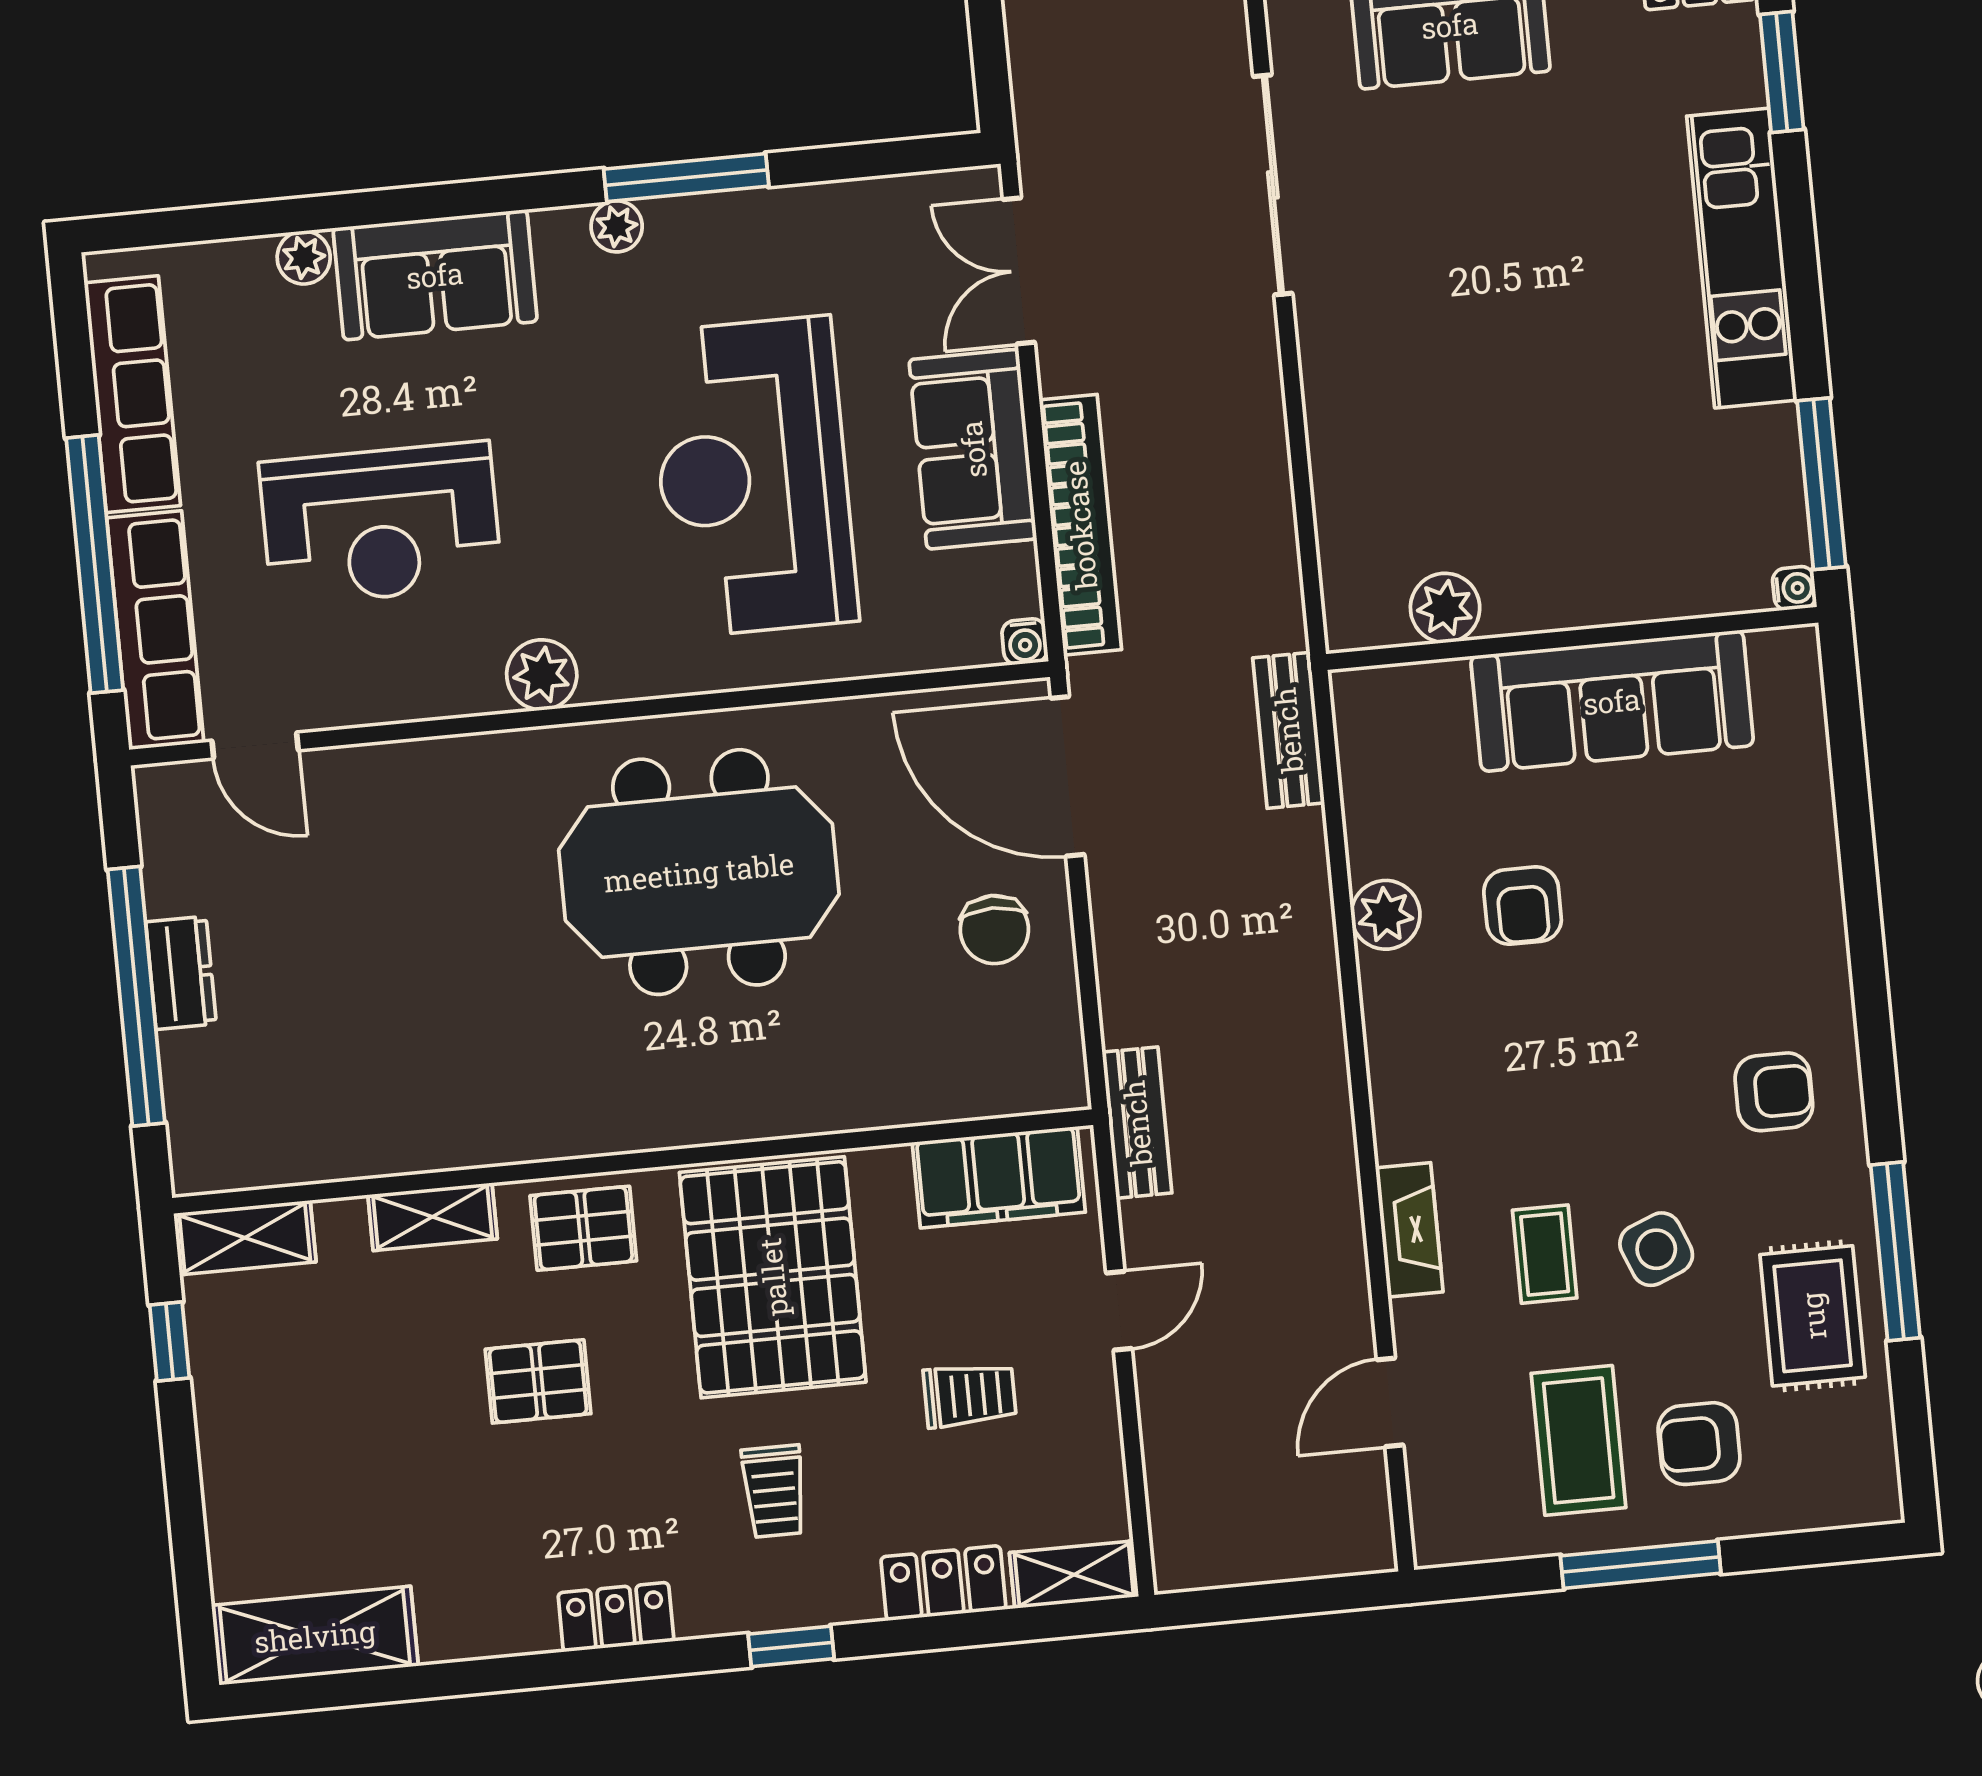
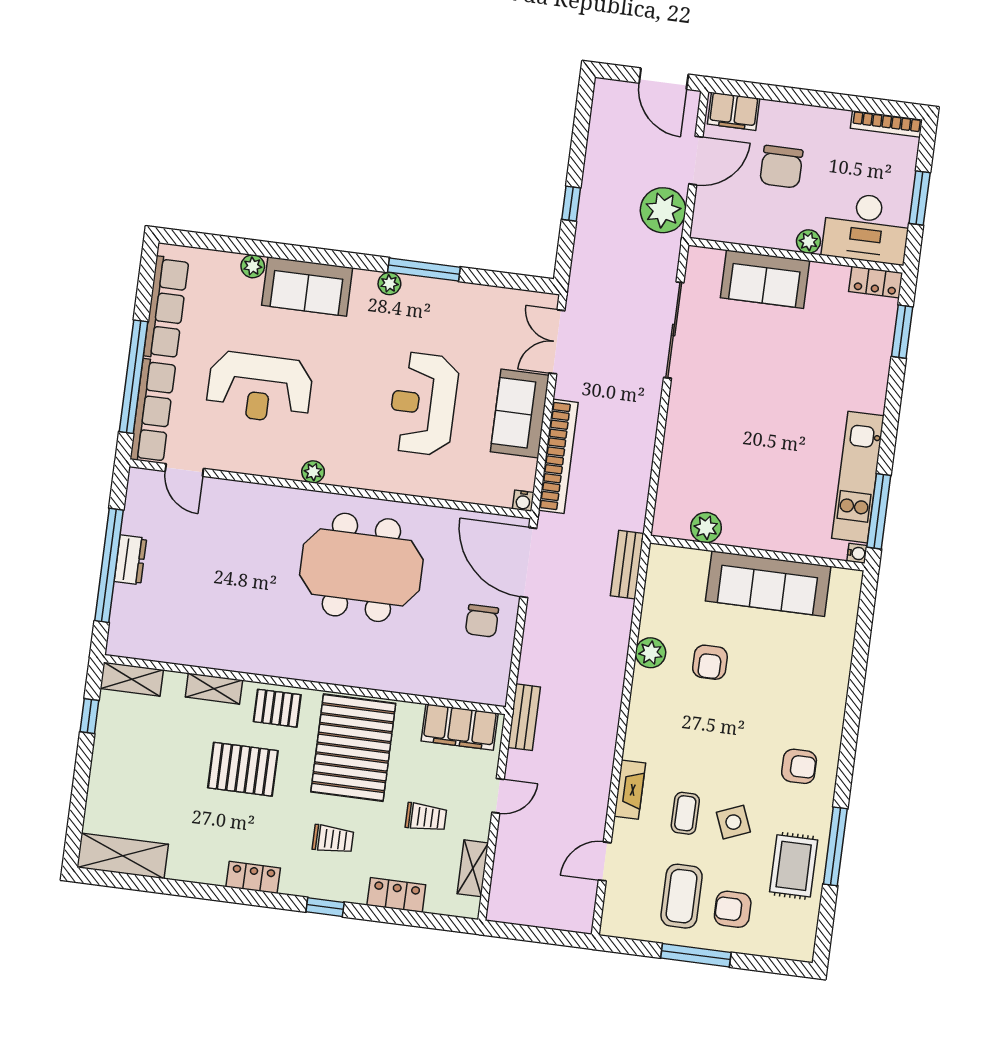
kitchen unit: (1742, 258) -> (858, 477), moved
reception desk: (753, 477) -> (423, 404), width x0.74, depth x0.77
plant: (542, 675) -> (313, 472), width x0.73, depth x0.73
pallet: (538, 1381) -> (243, 769), width x1.50, depth x1.42
trolley: (774, 1491) -> (333, 839), turned -90
shelving: (1074, 1575) -> (473, 868), moved, turned 90

